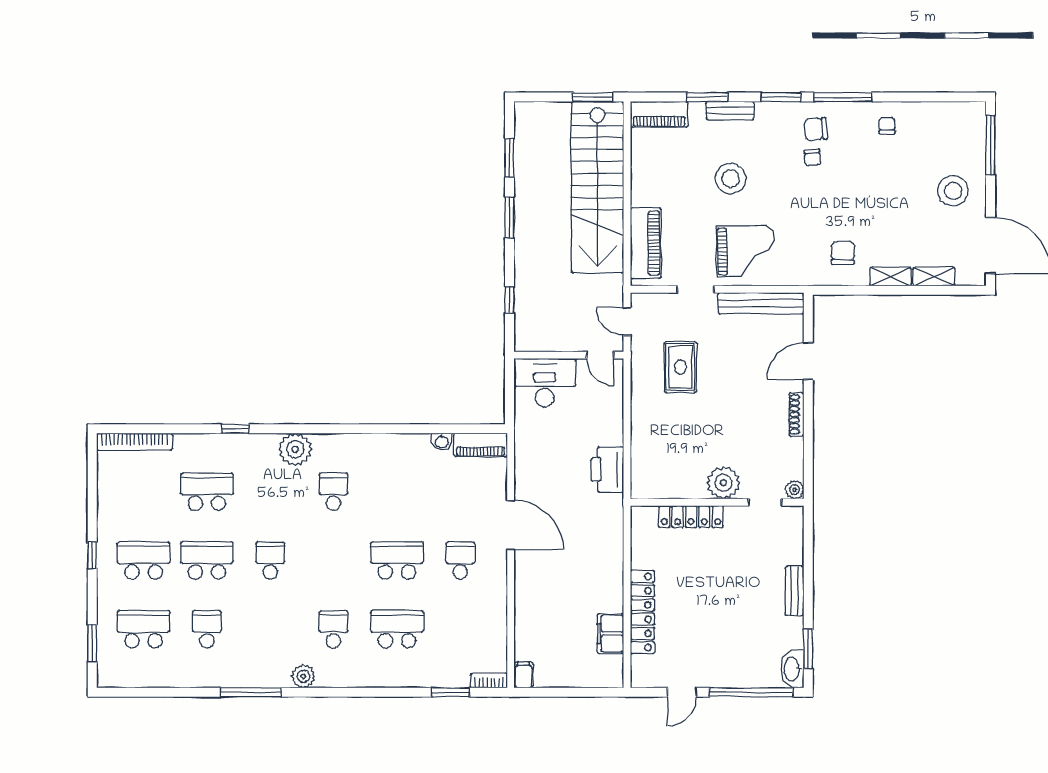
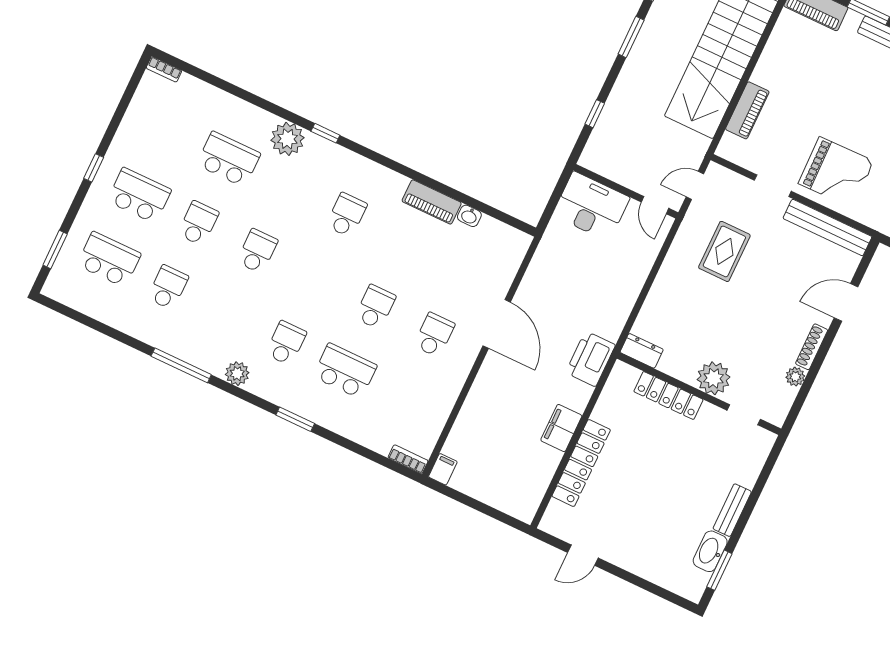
stool: (731, 179) -> (854, 98), removed
piano: (646, 243) -> (747, 110), width x0.73, depth x0.75
door: (627, 321) -> (695, 185), hinge flipped
window: (235, 429) -> (325, 133), moved
bookcase: (134, 442) -> (164, 69), width x0.43, depth x0.76
piano: (481, 445) -> (432, 202), moved
plant: (295, 449) -> (287, 139), moved
printer: (607, 469) -> (590, 359), moved
dresser: (649, 489) -> (642, 351), added
plant: (794, 490) -> (795, 377), moved
school desk: (207, 560) -> (198, 223), width x0.54
school desk: (397, 560) -> (375, 307), width x0.54
filing cabinet: (610, 634) -> (561, 428), moved
washbasin: (792, 669) -> (710, 551), moved
window: (450, 692) -> (295, 419), moved
window: (751, 692) -> (647, 586), removed

